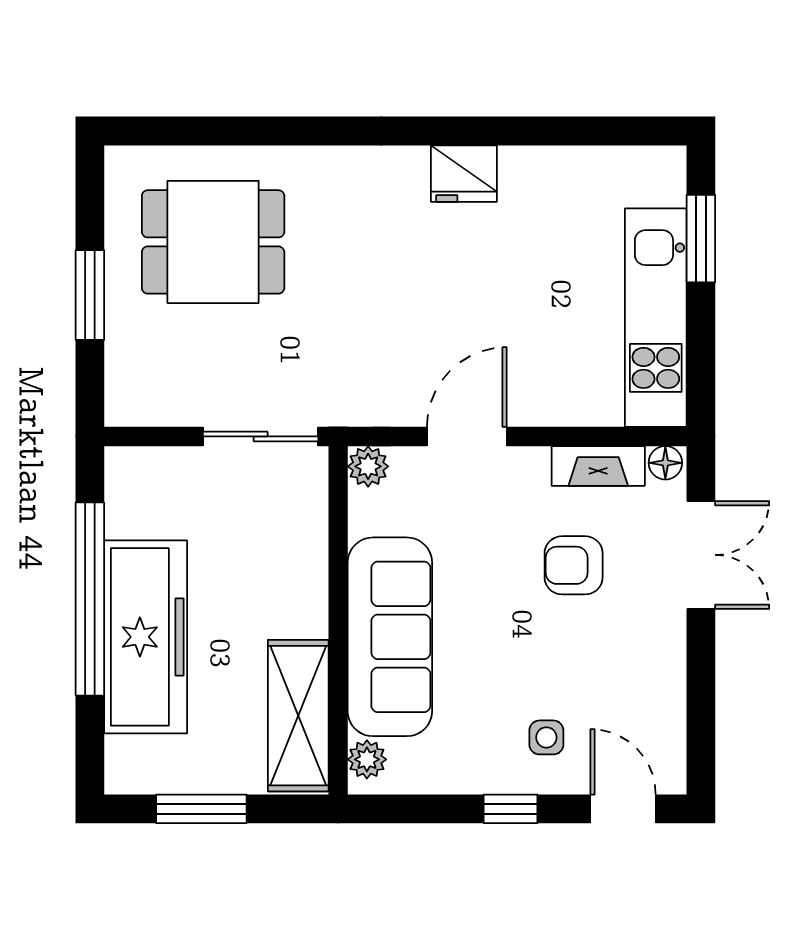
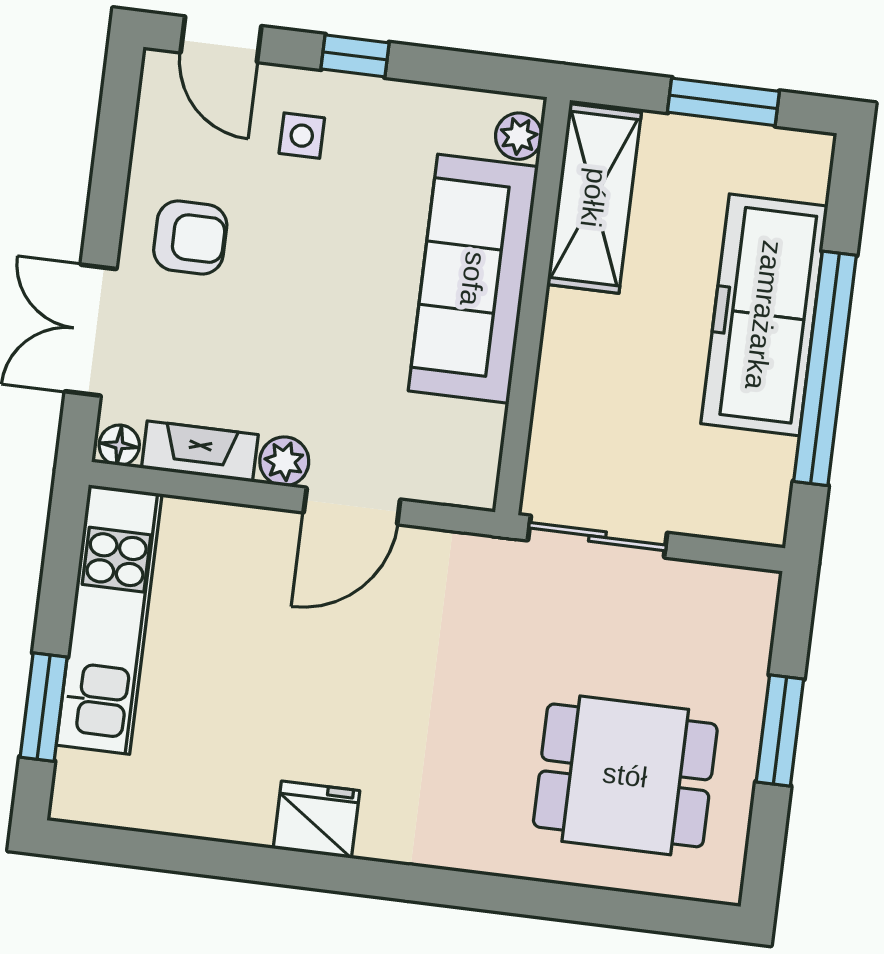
plant: (368, 466) -> (284, 461), moved
armchair: (574, 565) -> (190, 238), moved

